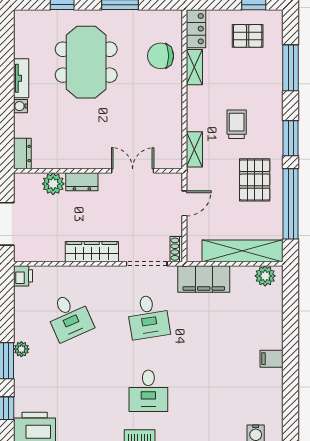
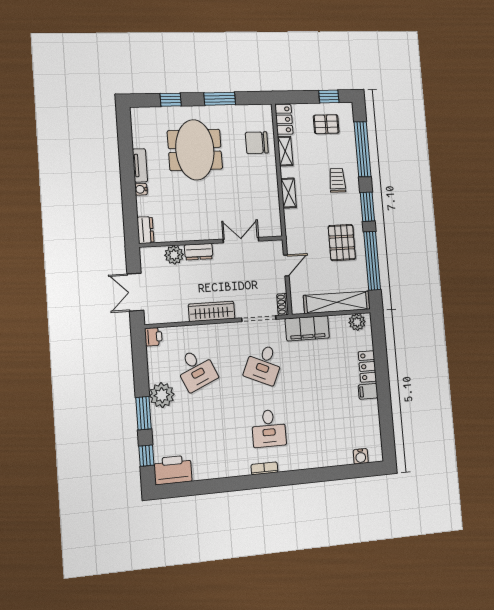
window: (291, 68) -> (363, 149), width x1.46
trolley: (237, 124) -> (337, 180), moved
shelving: (194, 149) -> (289, 193), moved
desk: (148, 317) -> (264, 364), turned 33
locker: (273, 329) -> (367, 366), added
plant: (21, 349) -> (162, 395), width x1.87, depth x1.87

